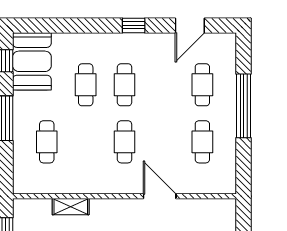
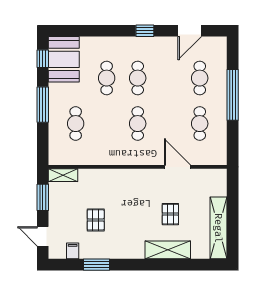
door: (160, 196) -> (177, 167), moved
shelving: (71, 207) -> (63, 175), moved

